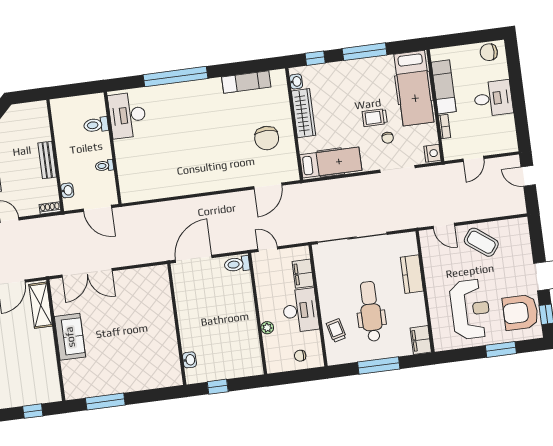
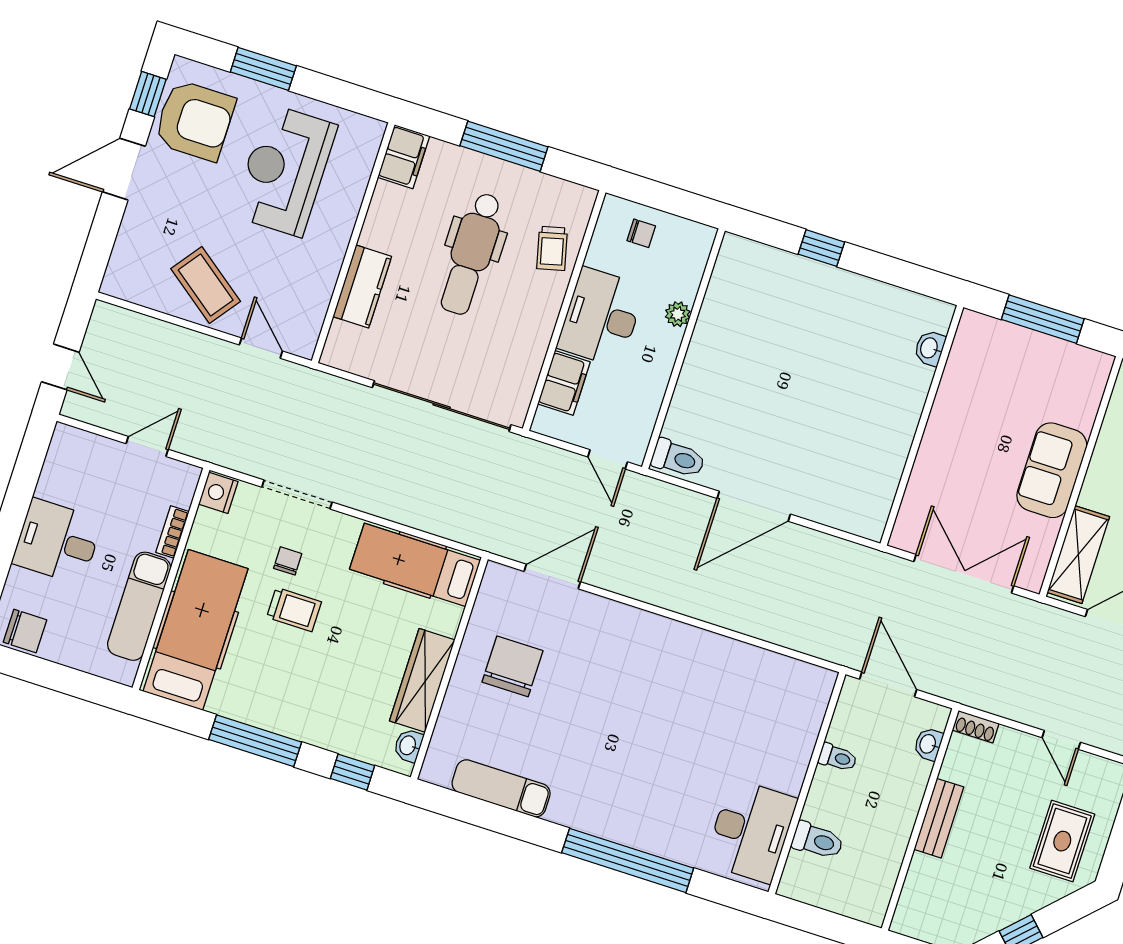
wall: (177, 324) -> (922, 425), moved
washbasin: (189, 360) -> (930, 348), moved

